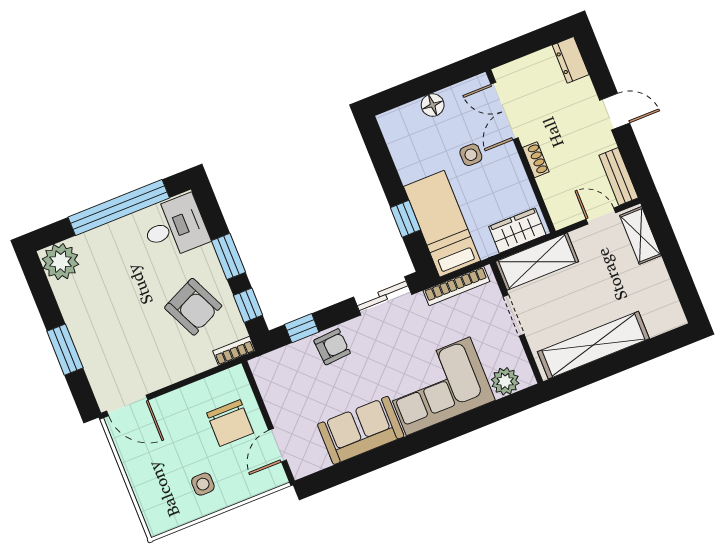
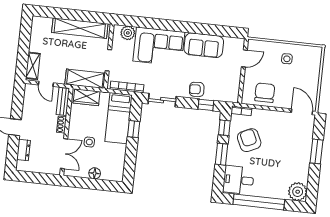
dresser: (571, 60) -> (24, 150), moved
bench: (619, 176) -> (63, 101), moved
chair: (230, 423) -> (265, 93), moved

